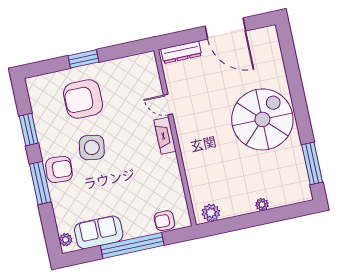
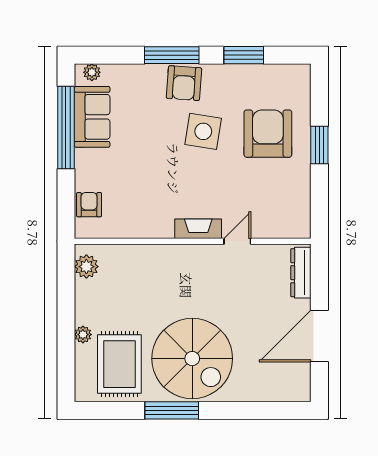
window: (312, 163) -> (172, 410), moved
rug: (278, 173) -> (119, 364), added
window: (132, 245) -> (66, 127), moved

